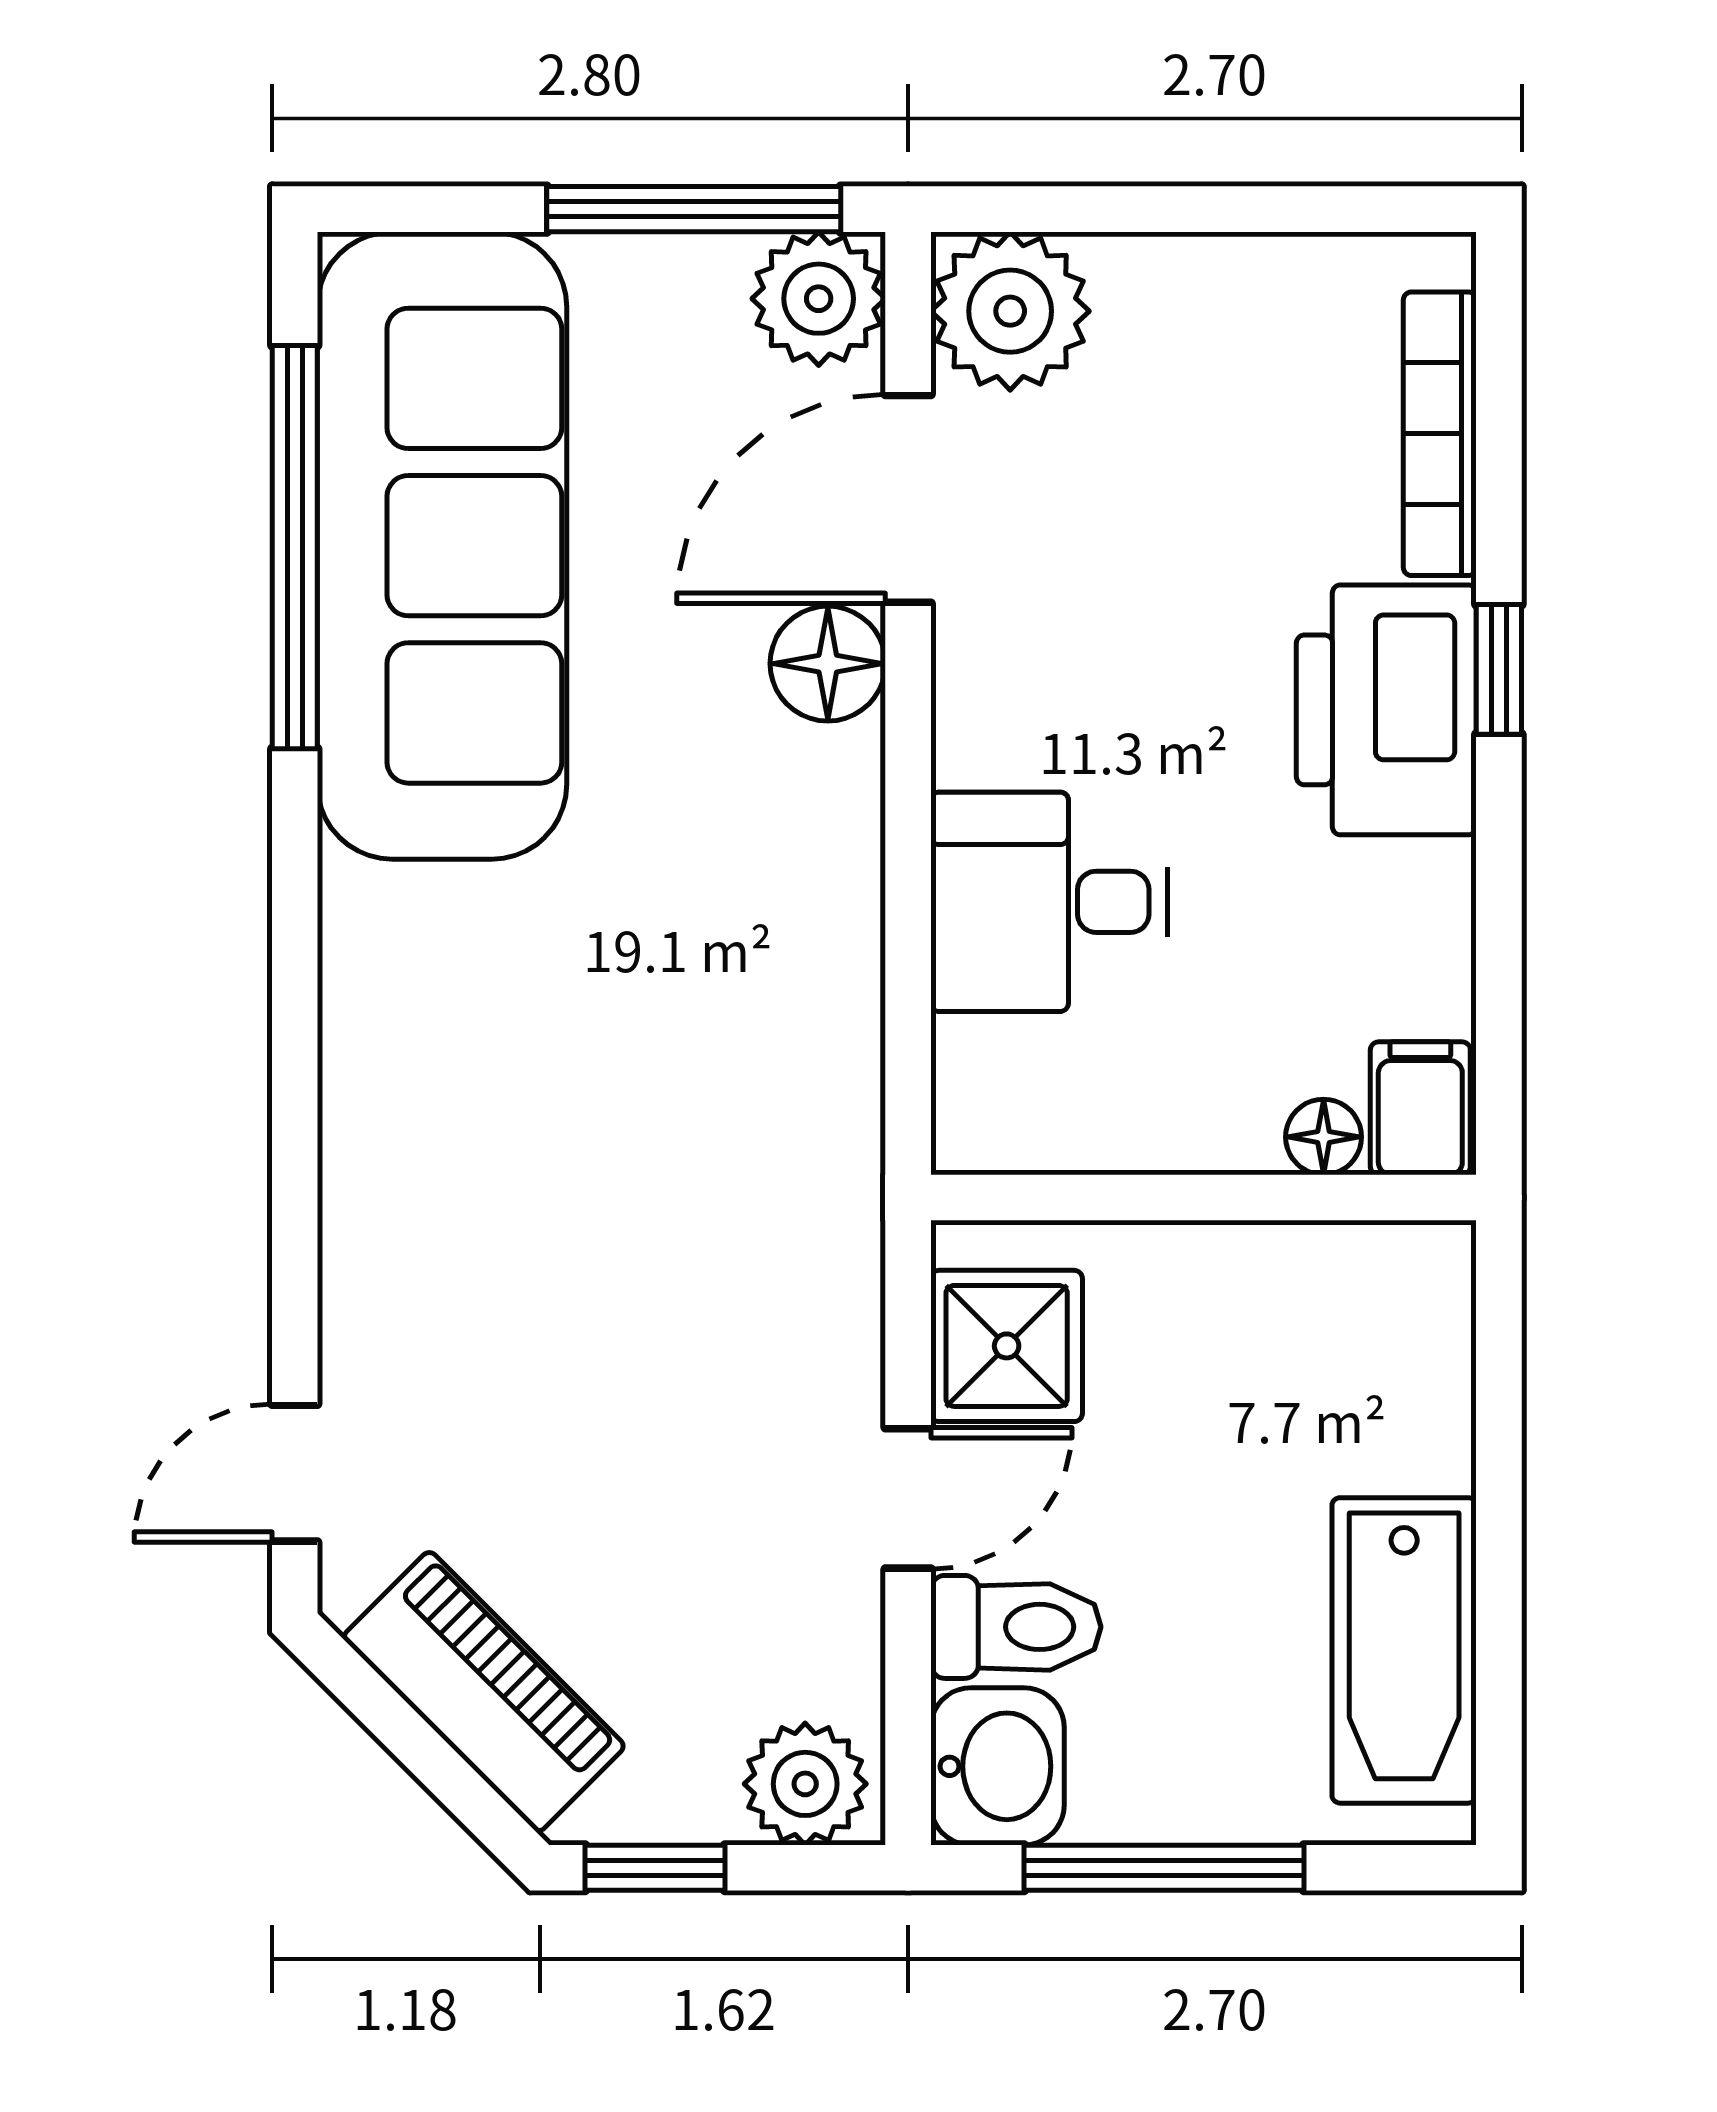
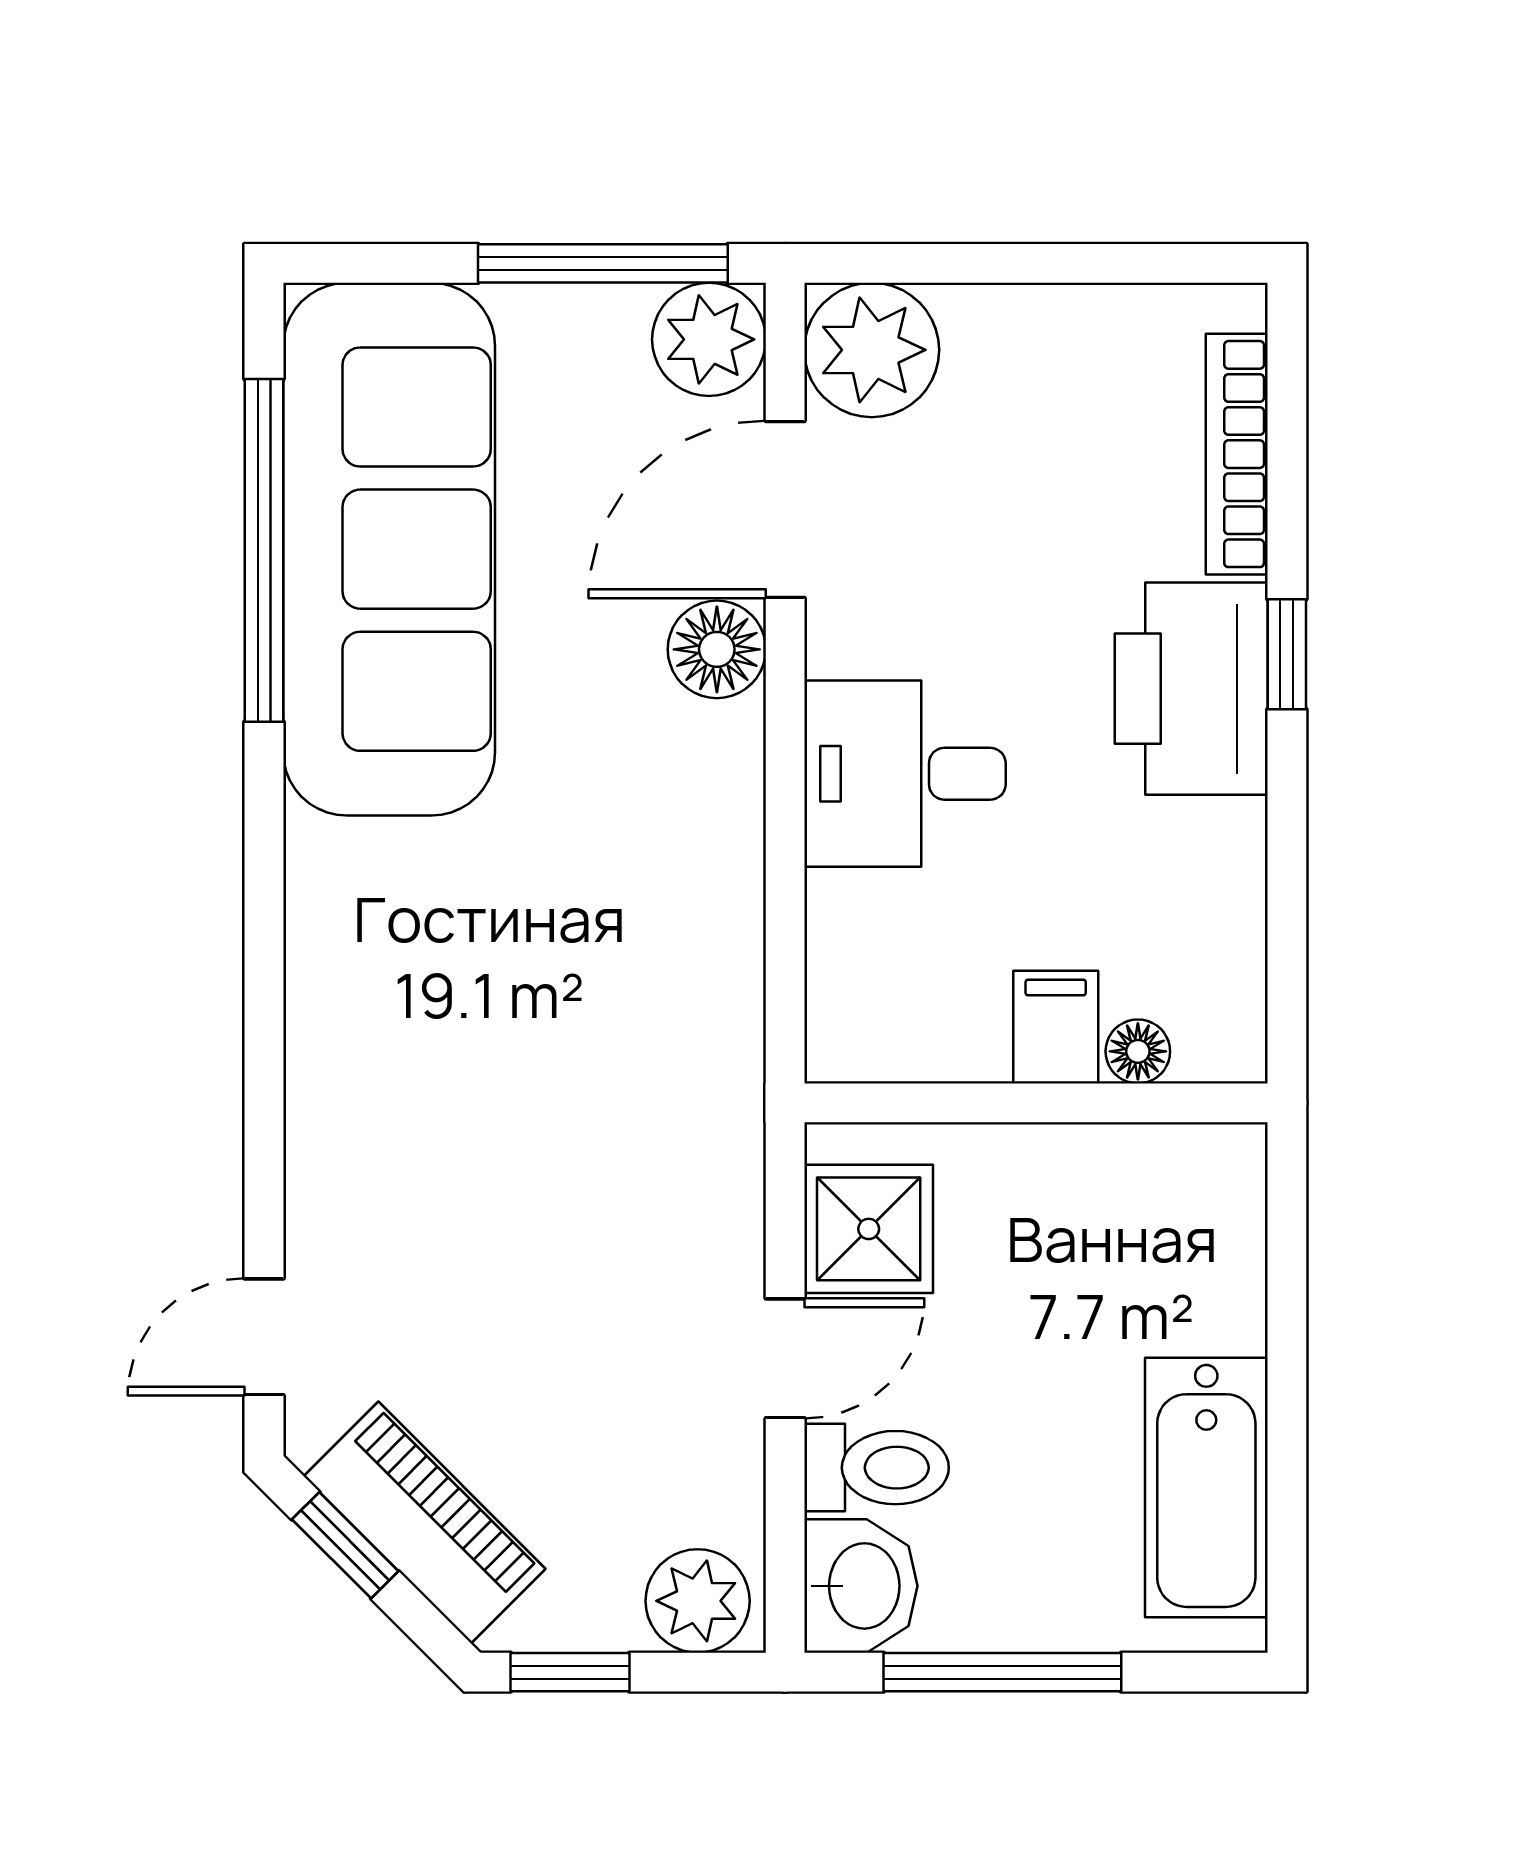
desk: (1049, 902) -> (905, 774), moved
filing cabinet: (1420, 1108) -> (1056, 1027), moved
window: (390, 1718) -> (345, 1545), added

